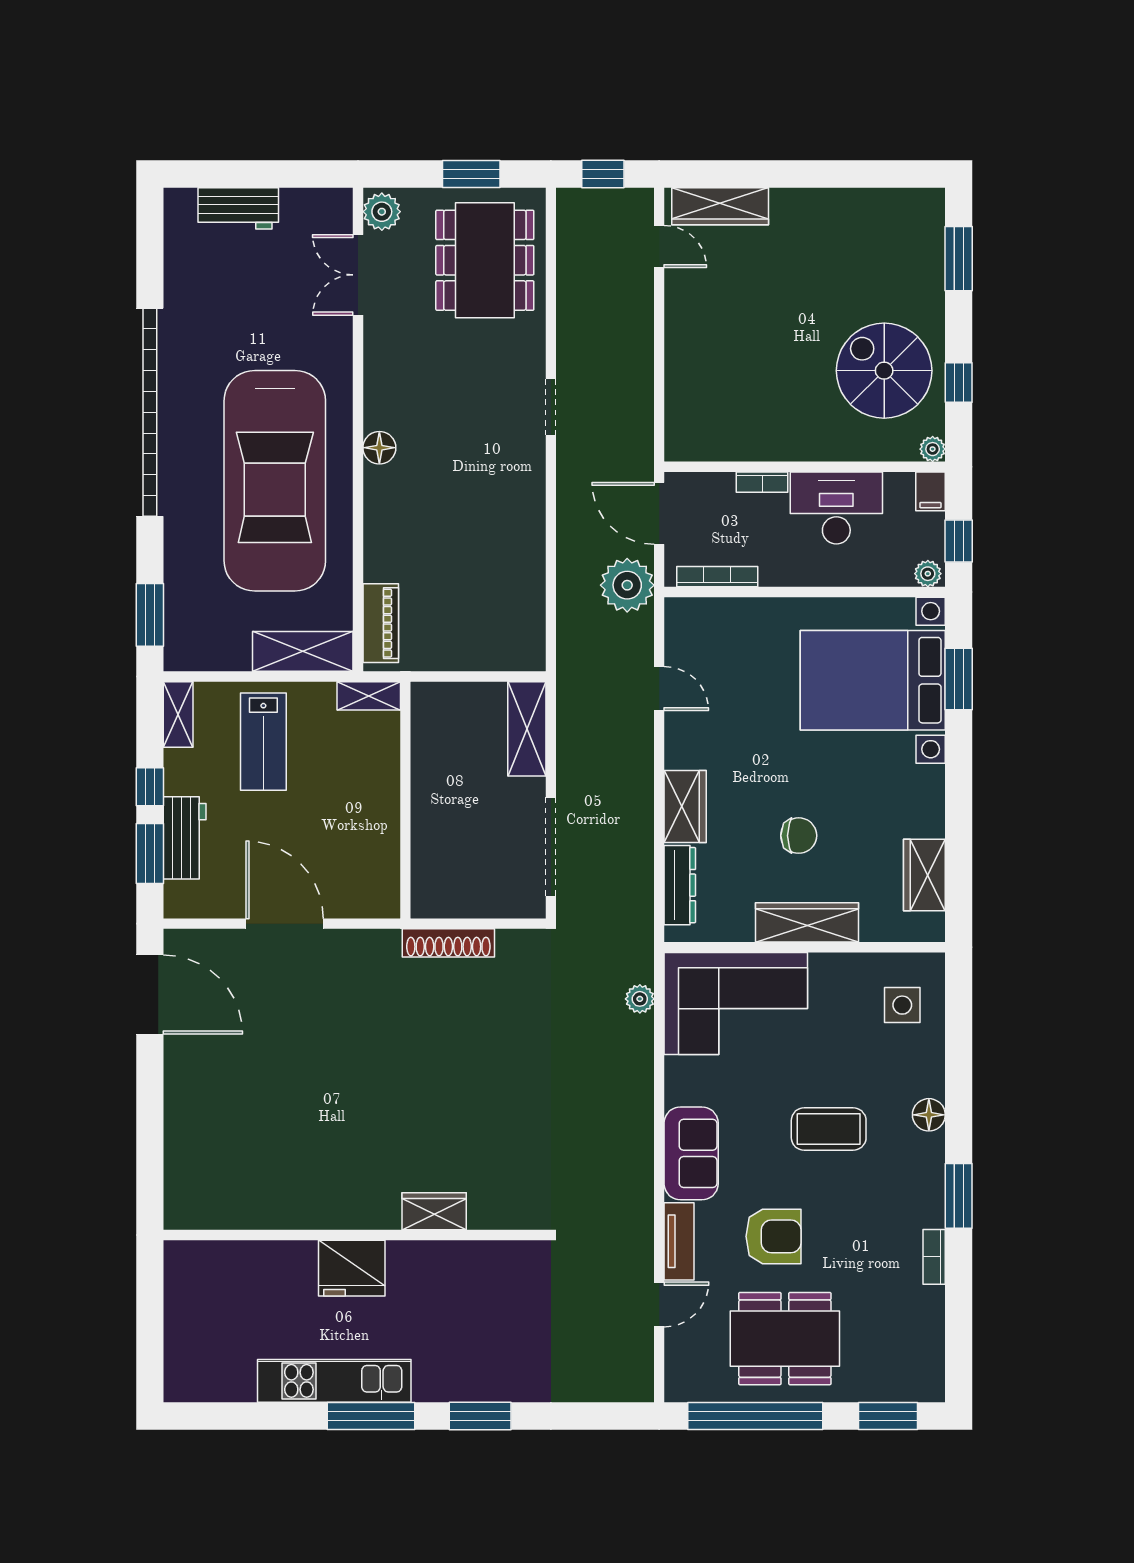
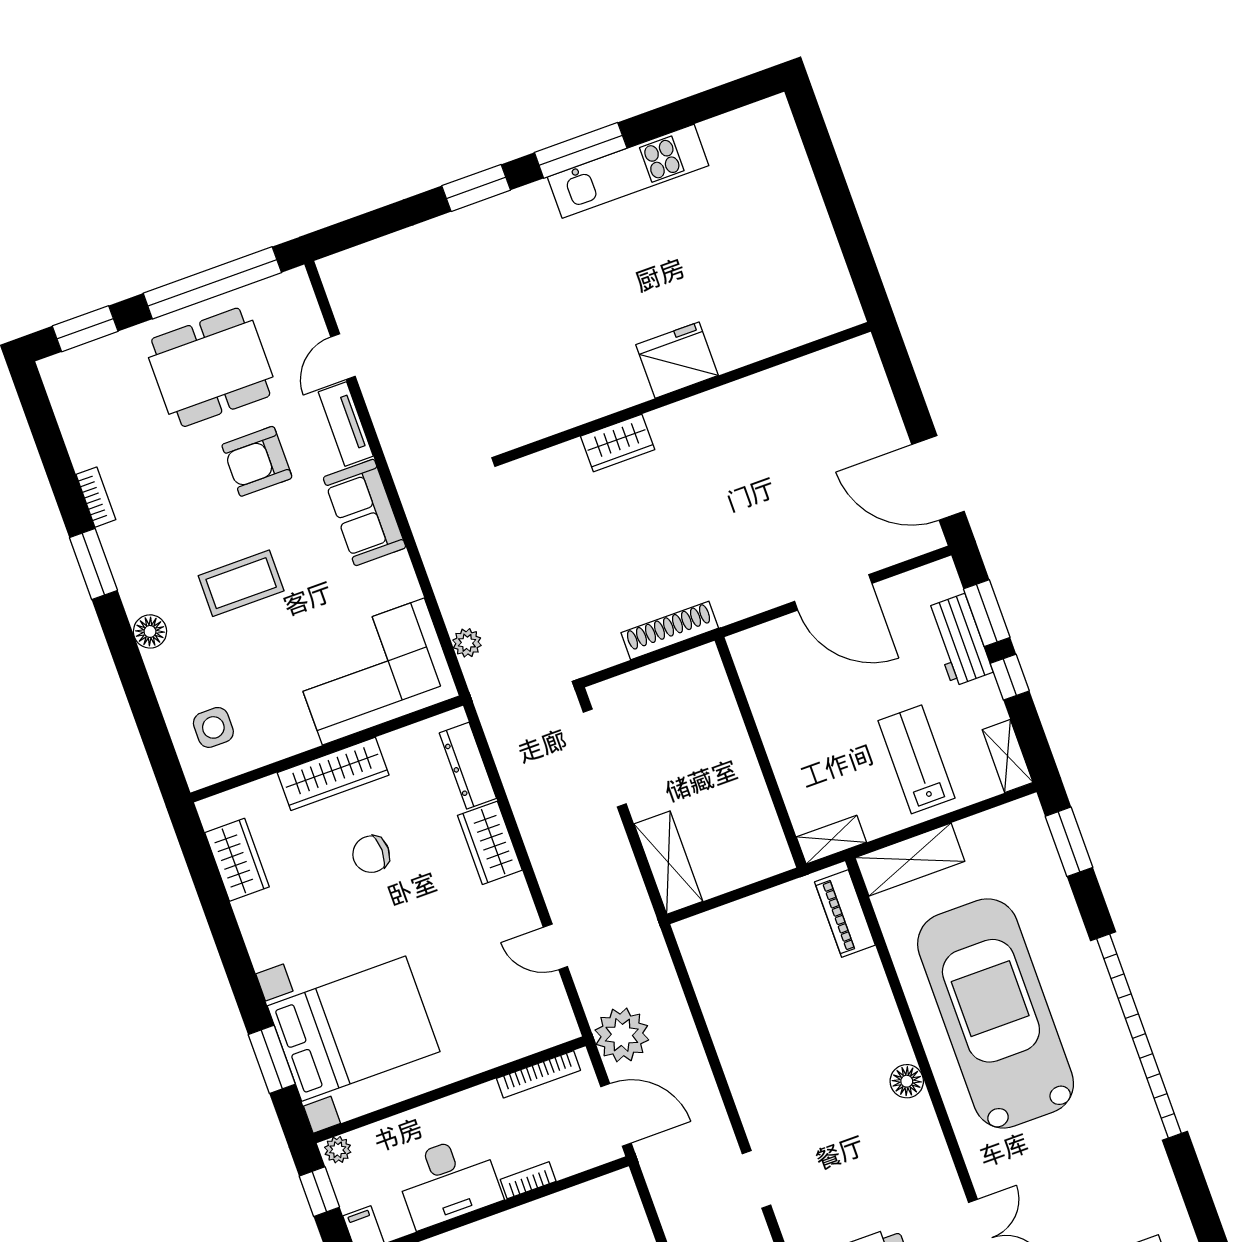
wardrobe: (434, 1211) -> (618, 443), moved
wall: (355, 1235) -> (686, 393), moved
fridge: (352, 1268) -> (677, 360), moved

